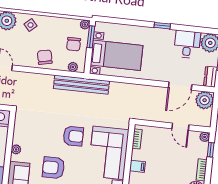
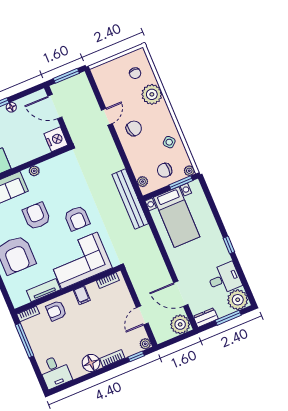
side table: (31, 25) -> (169, 142), moved
chair: (45, 57) -> (134, 128), moved

